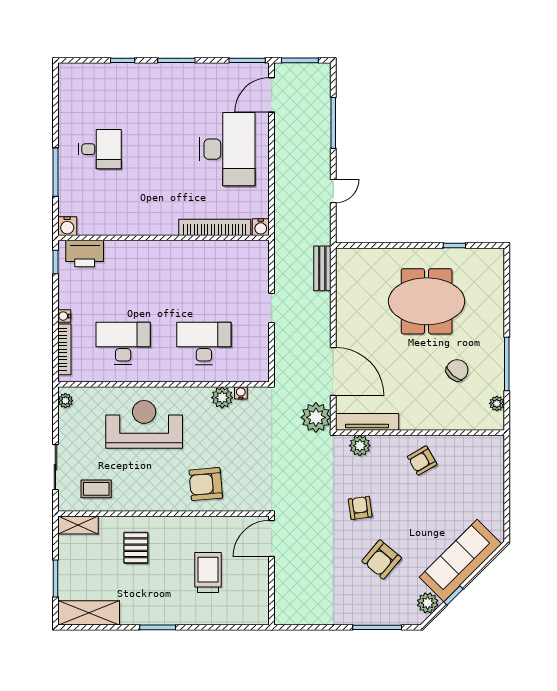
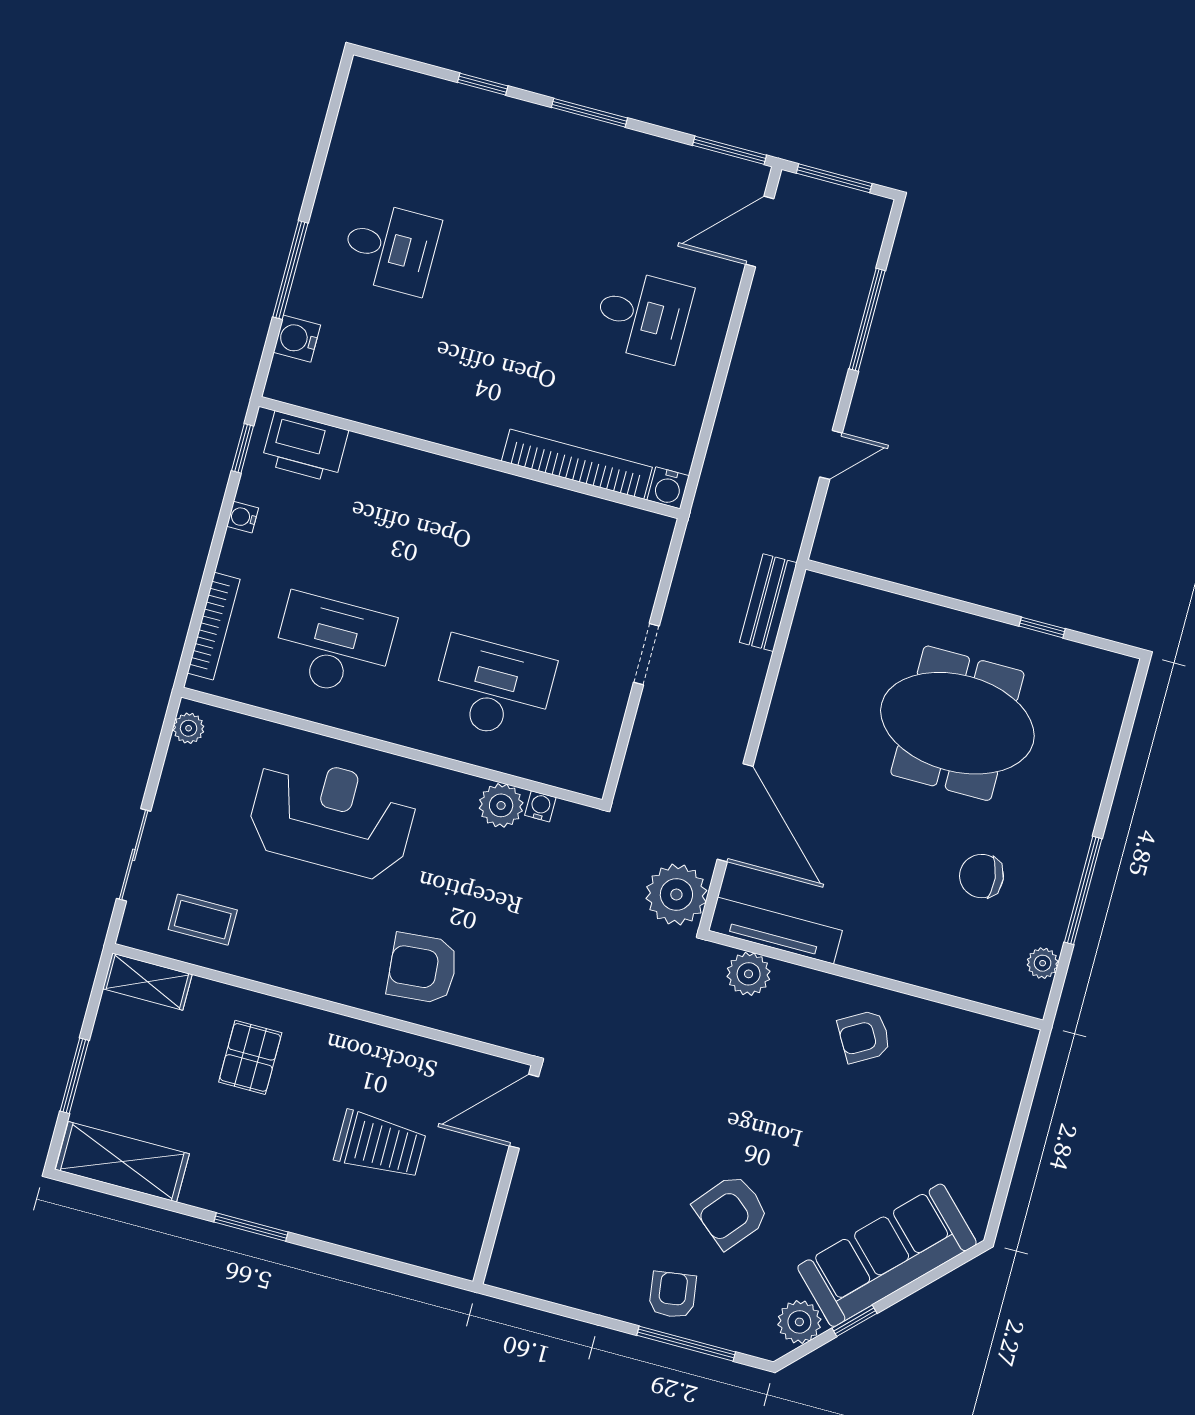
desk: (227, 149) -> (643, 316), width x0.53, depth x0.77
water cooler: (67, 226) -> (297, 339), moved, turned 90
water cooler: (64, 316) -> (243, 517), moved
chair: (457, 370) -> (982, 876), turned -138
armchair: (360, 508) -> (673, 1295), moved
trolley: (208, 573) -> (380, 1145), turned 90

